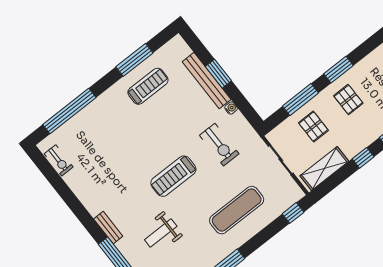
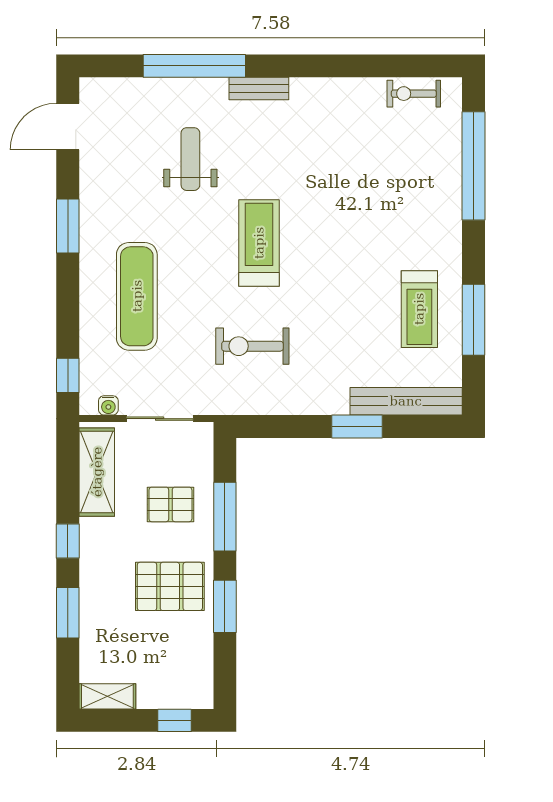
bench: (207, 81) -> (406, 401), moved
pallet: (348, 100) -> (170, 586), width x1.50, depth x1.42
water cooler: (231, 108) -> (108, 405), moved

